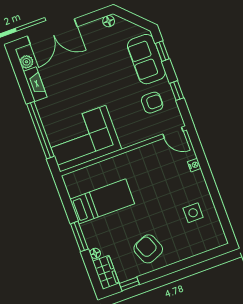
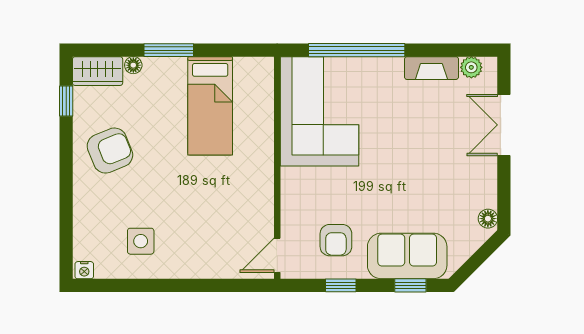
double door: (52, 31) -> (504, 125), width x0.73
nightstand: (194, 165) -> (84, 270), moved

